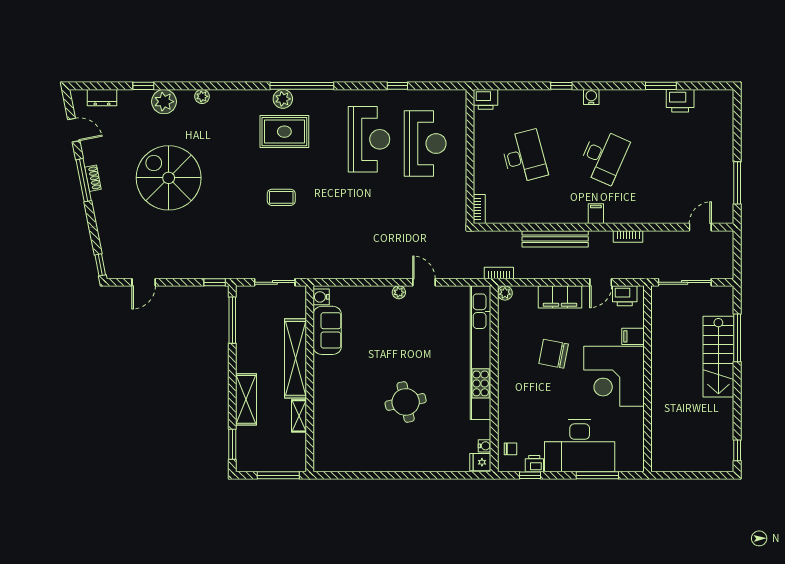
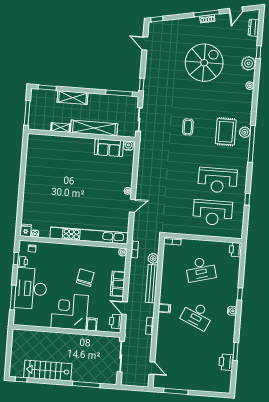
plant: (512, 240) -> (153, 258), added
stairs: (718, 357) -> (48, 371), moved
round table: (406, 402) -> (64, 190), removed

